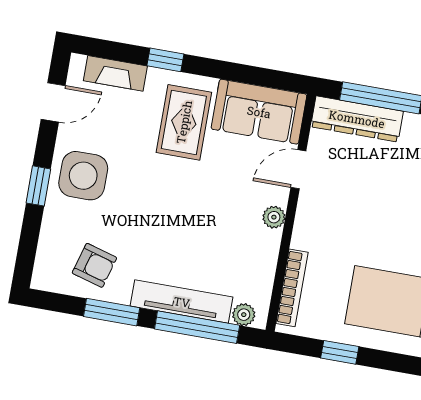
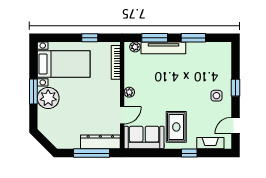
side table: (83, 176) -> (216, 96), width x0.54, depth x0.54
armchair: (94, 265) -> (205, 57), removed
window: (197, 327) -> (155, 38), width x0.69

